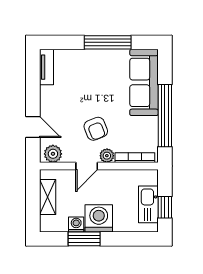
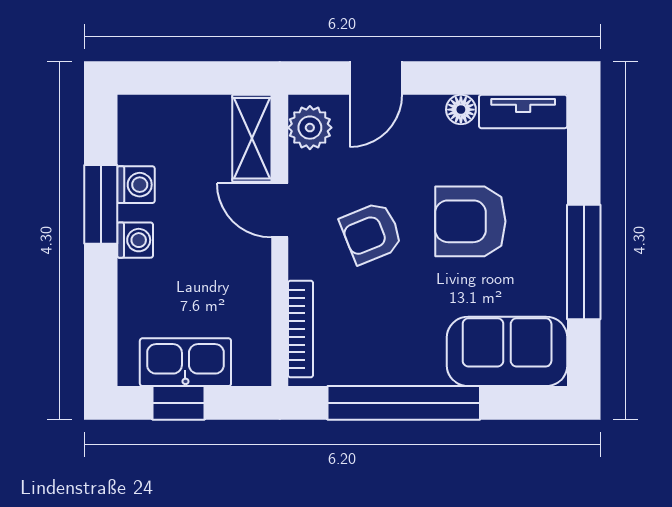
sofa: (144, 82) -> (507, 351), width x0.73
armchair: (91, 89) -> (470, 221), added
floor lamp: (46, 92) -> (461, 110), added
plant: (107, 156) -> (305, 260), removed
shelving: (48, 197) -> (252, 138), moved, turned 90
washing machine: (99, 218) -> (135, 240), width x0.53, depth x0.53

